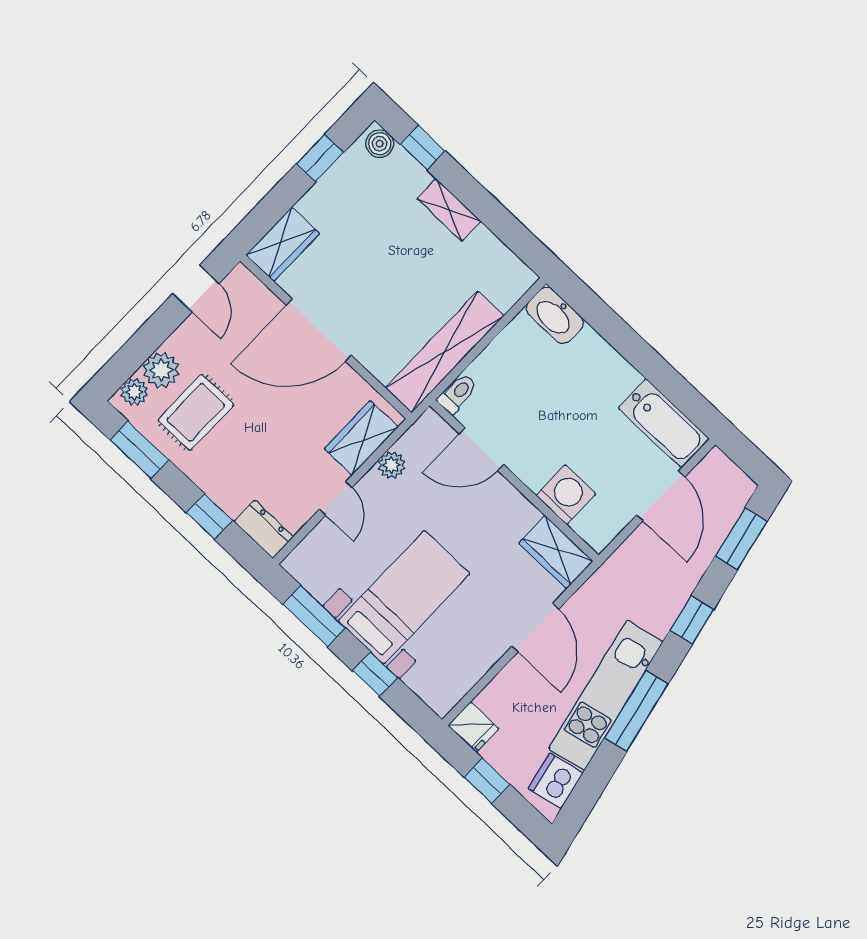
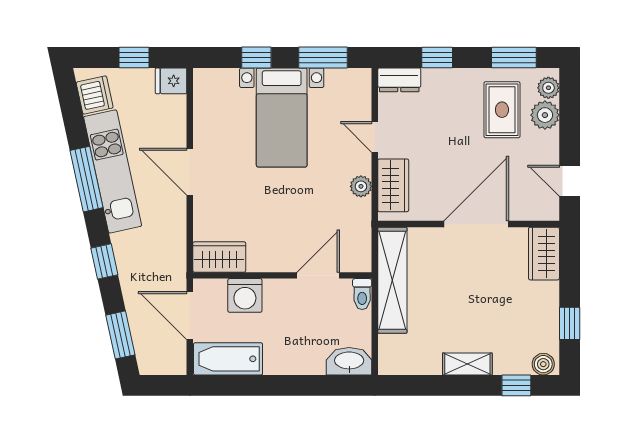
toilet: (457, 394) -> (362, 294), moved
door: (481, 449) -> (318, 275), moved
wall: (514, 480) -> (282, 275), moved
washing machine: (566, 495) -> (245, 295), moved
wardrobe: (556, 552) -> (219, 257), moved

